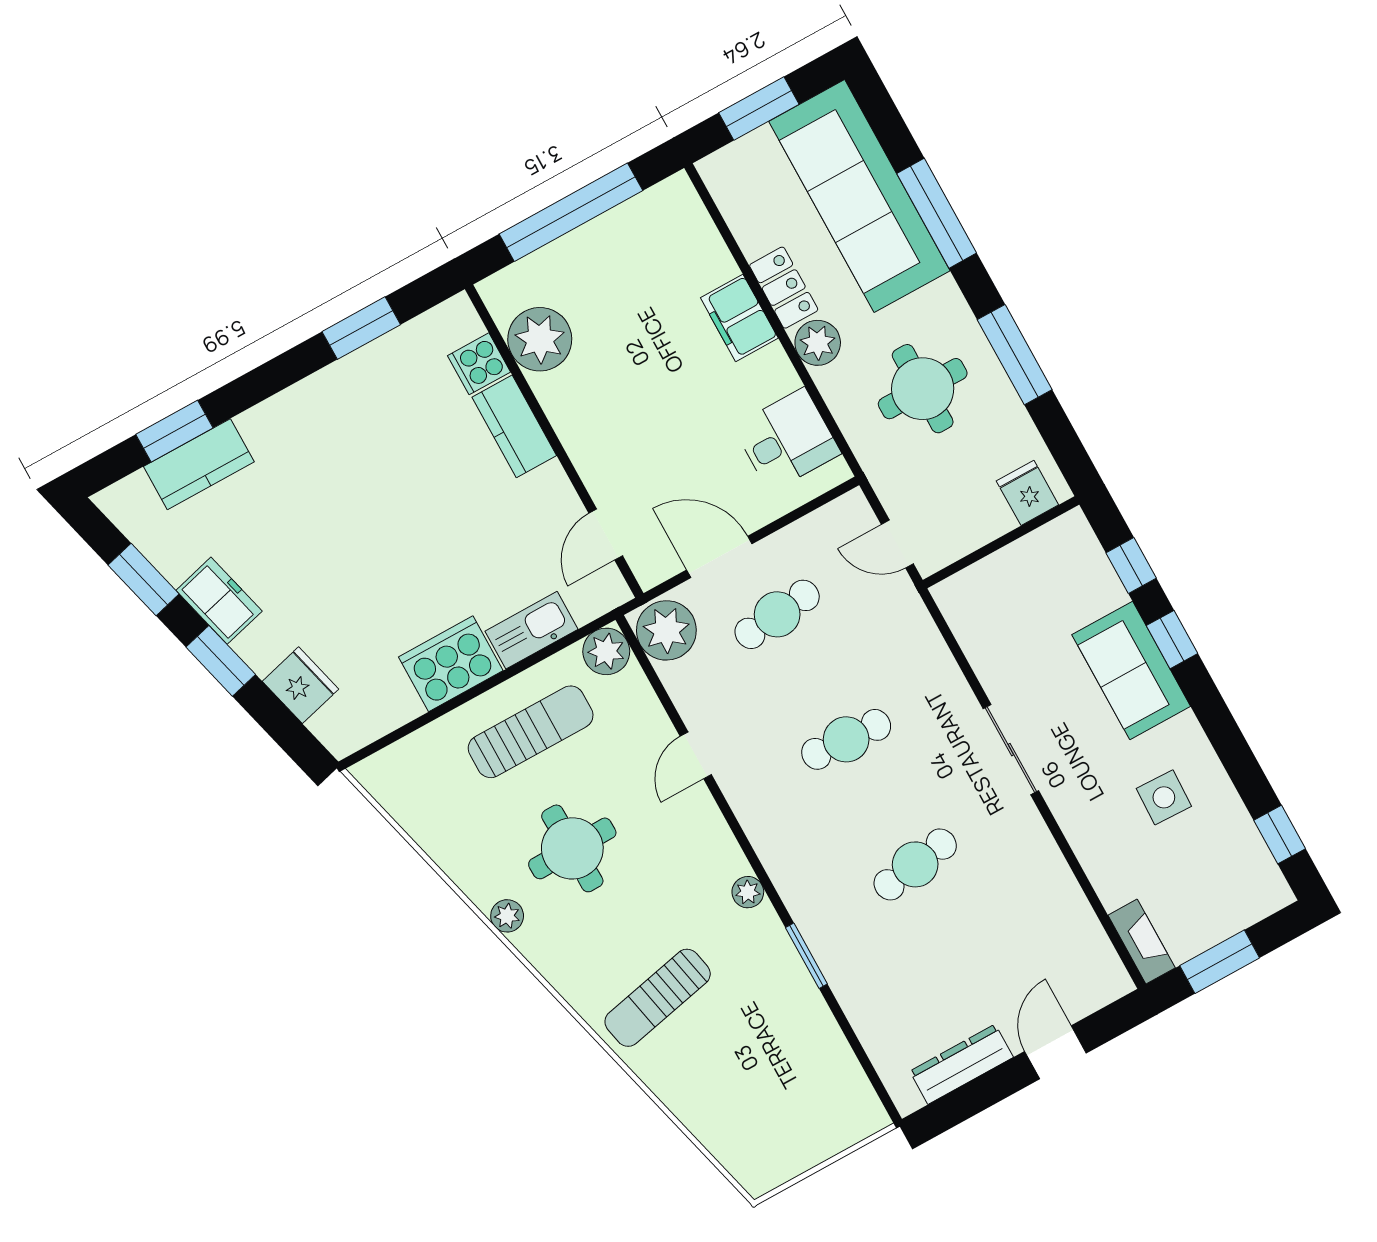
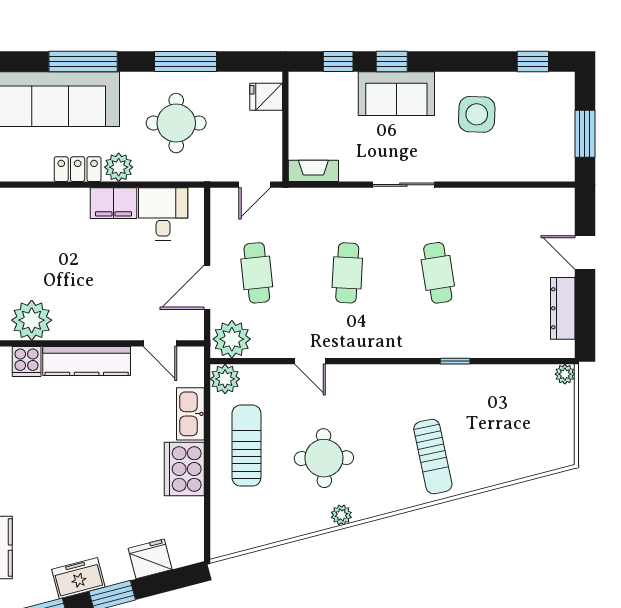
filing cabinet: (739, 318) -> (113, 203), moved
kitchen counter: (514, 426) -> (87, 361), width x1.50
side table: (1164, 797) -> (477, 114), width x1.37, depth x1.37
plant: (748, 892) -> (565, 374), moved
fireplace: (1142, 942) -> (313, 171), moved
window: (806, 956) -> (455, 361), width x0.67

